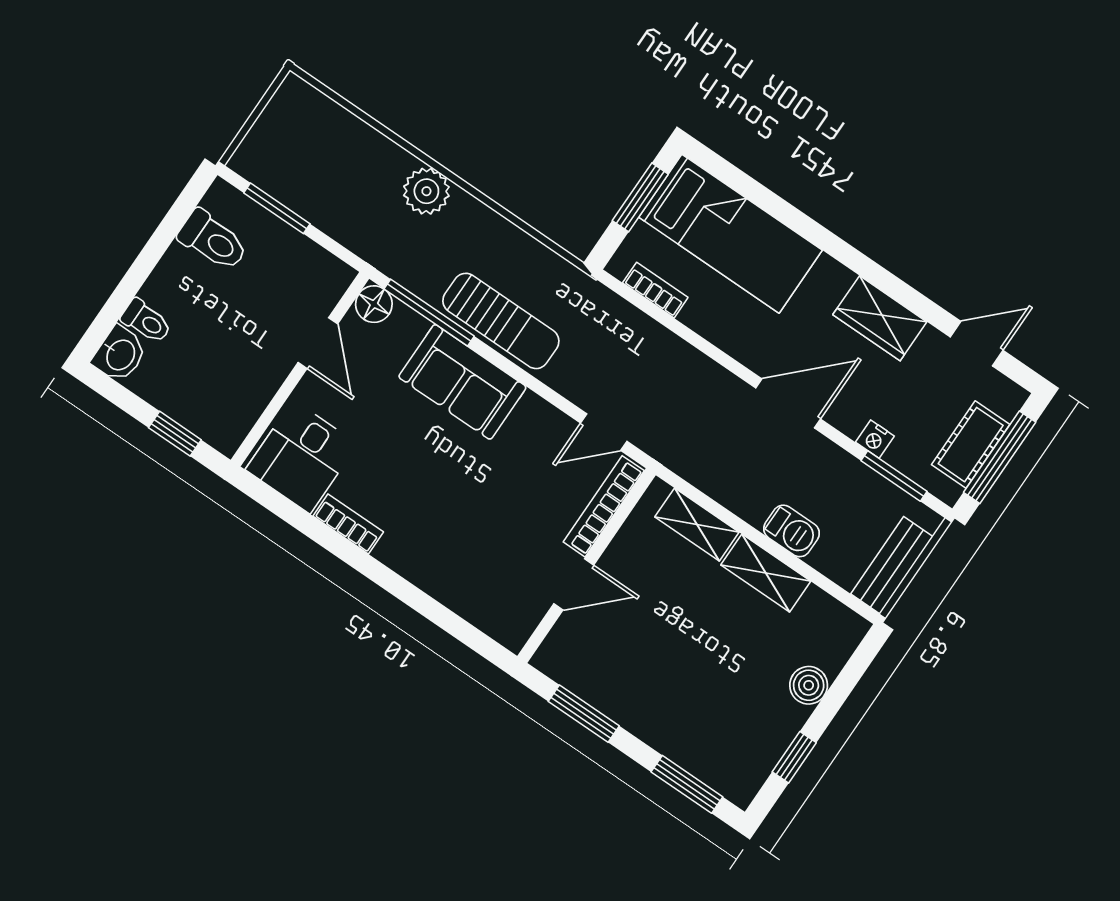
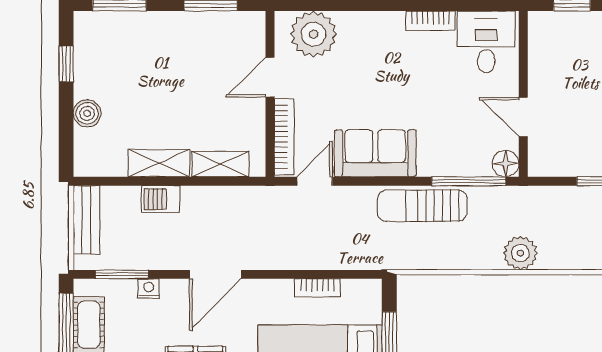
bookcase: (655, 290) -> (317, 288), moved
sofa: (462, 382) -> (375, 153), moved
plant: (491, 599) -> (314, 34), added

